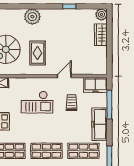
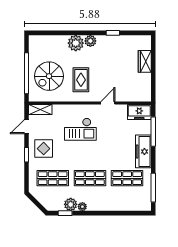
plant: (101, 14) -> (90, 41), moved
trolley: (72, 103) -> (115, 130), removed

